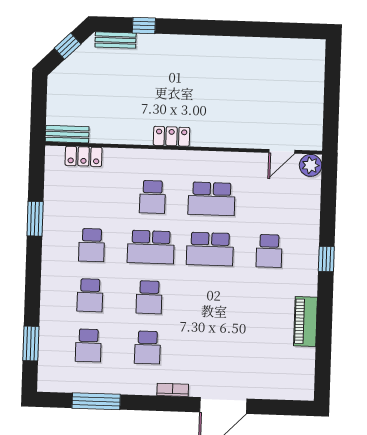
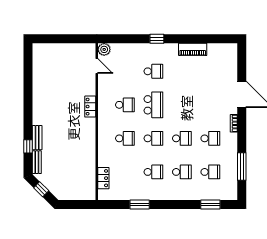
bench: (67, 134) -> (37, 138), moved
locker: (172, 136) -> (90, 107), moved
school desk: (212, 199) -> (125, 105), width x0.54
school desk: (151, 247) -> (153, 138), width x0.54

